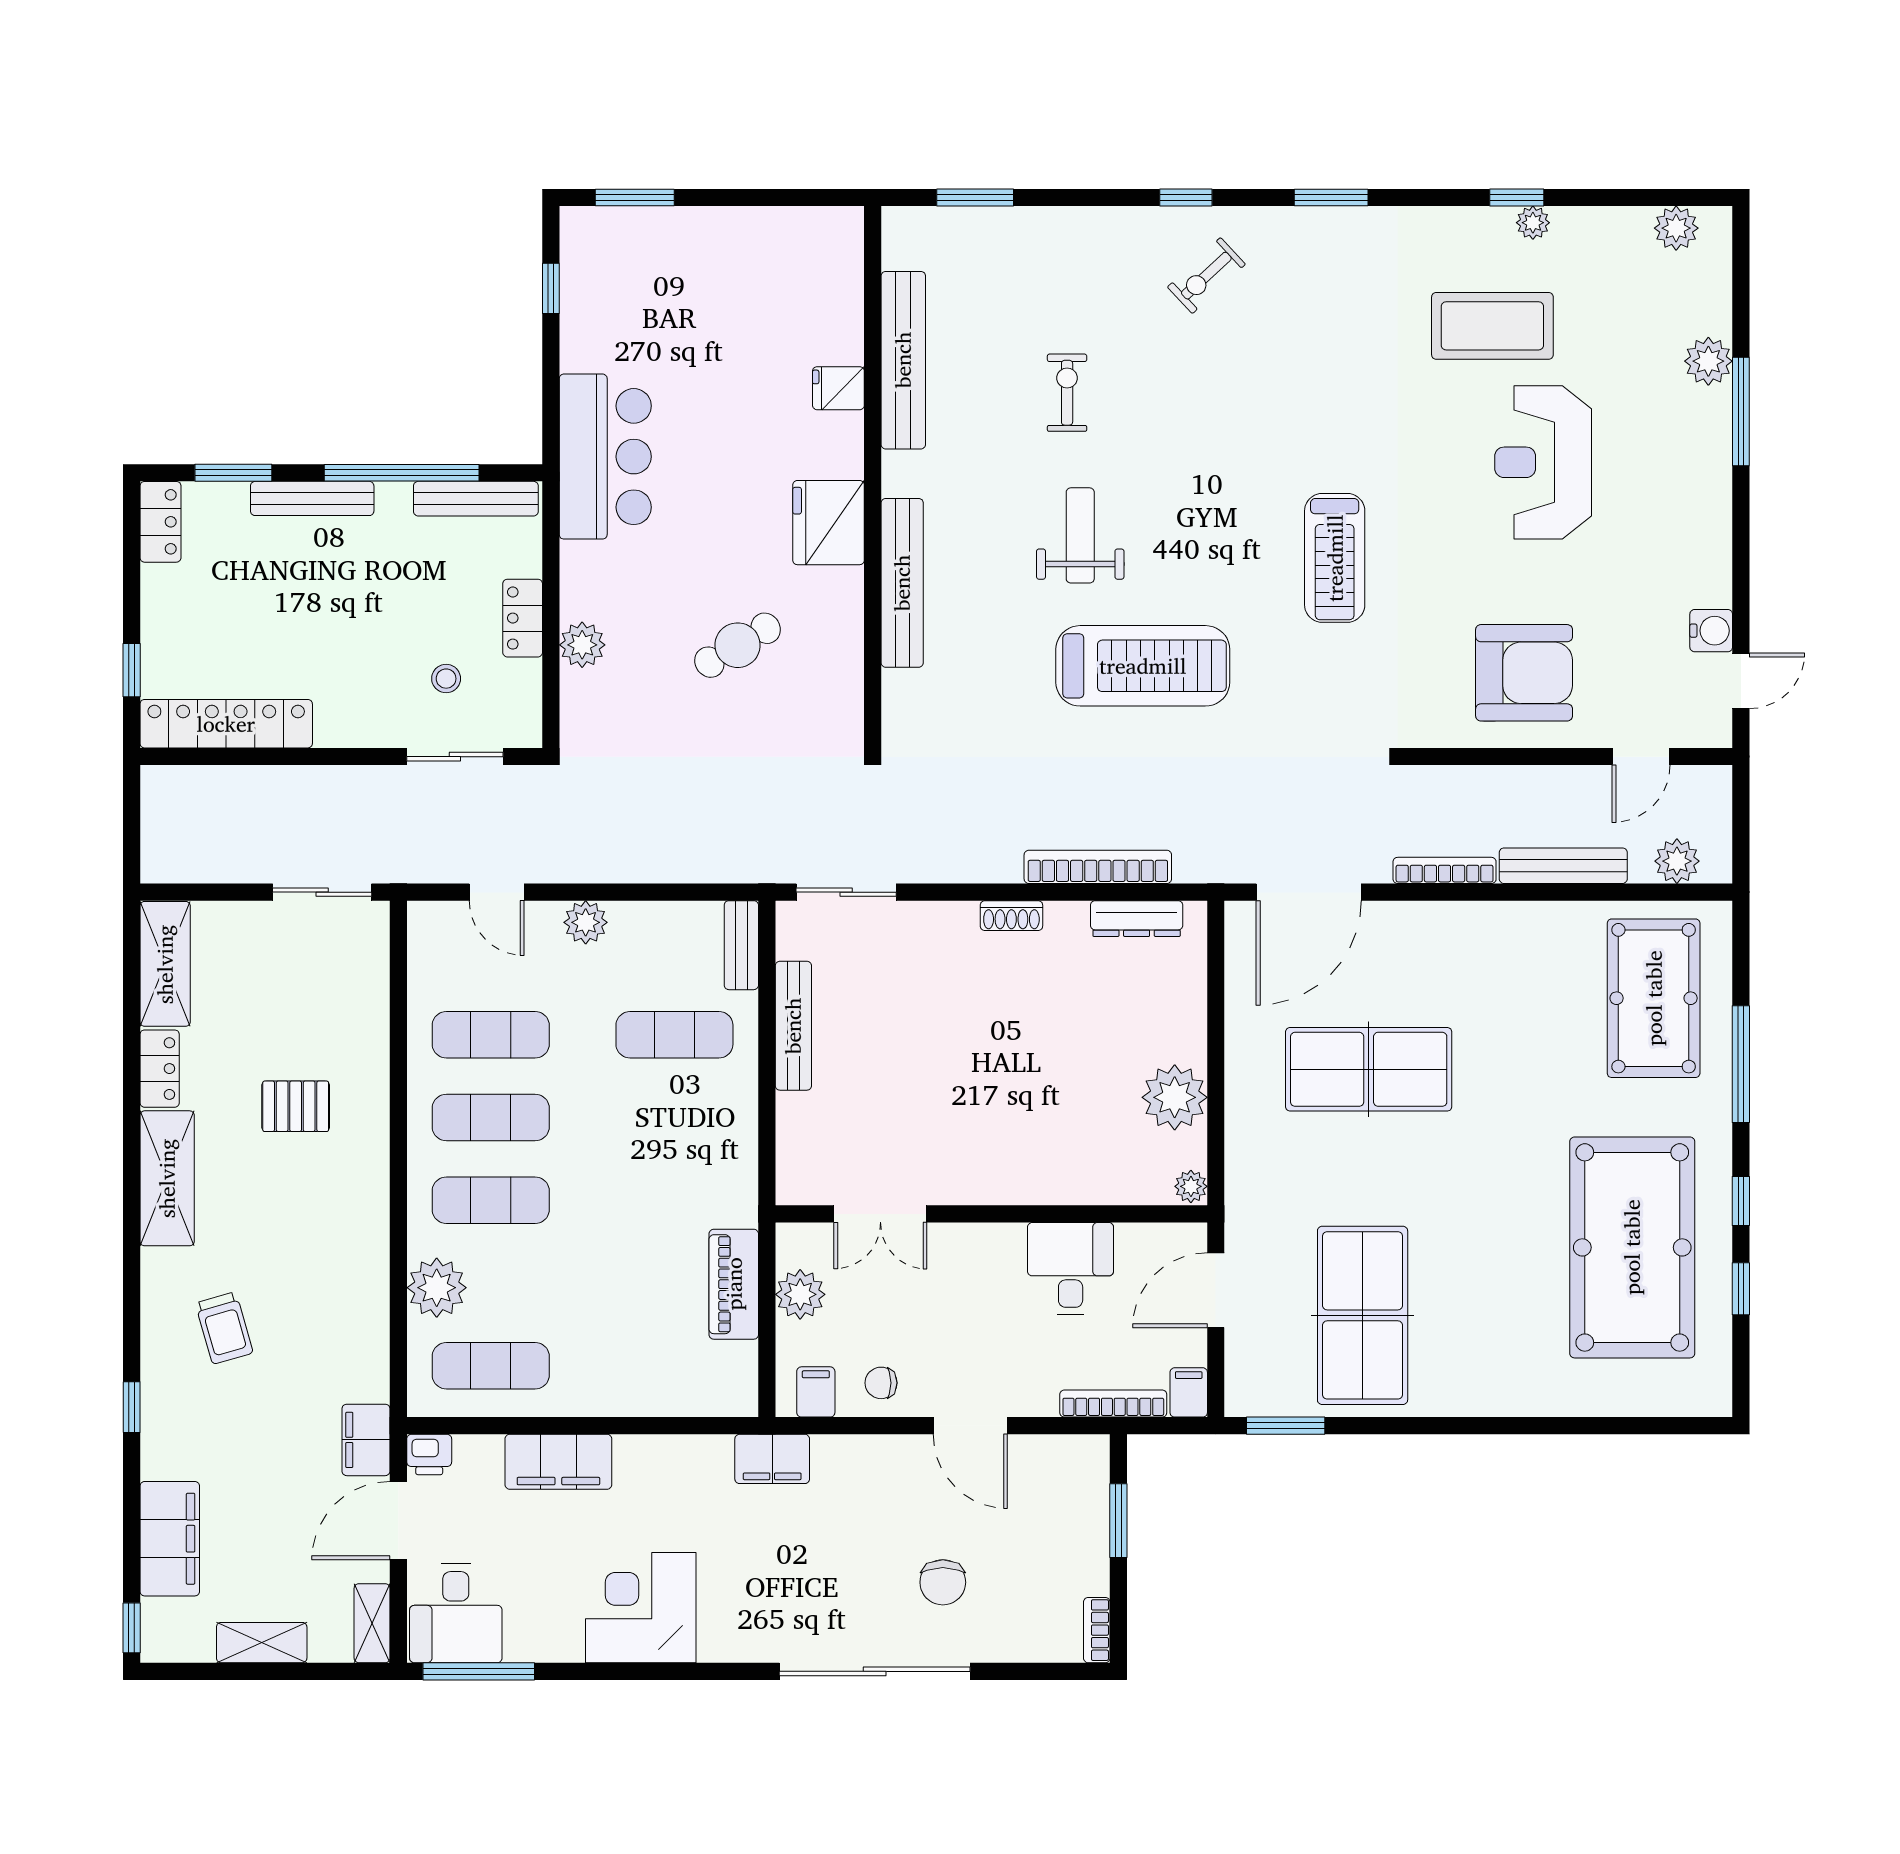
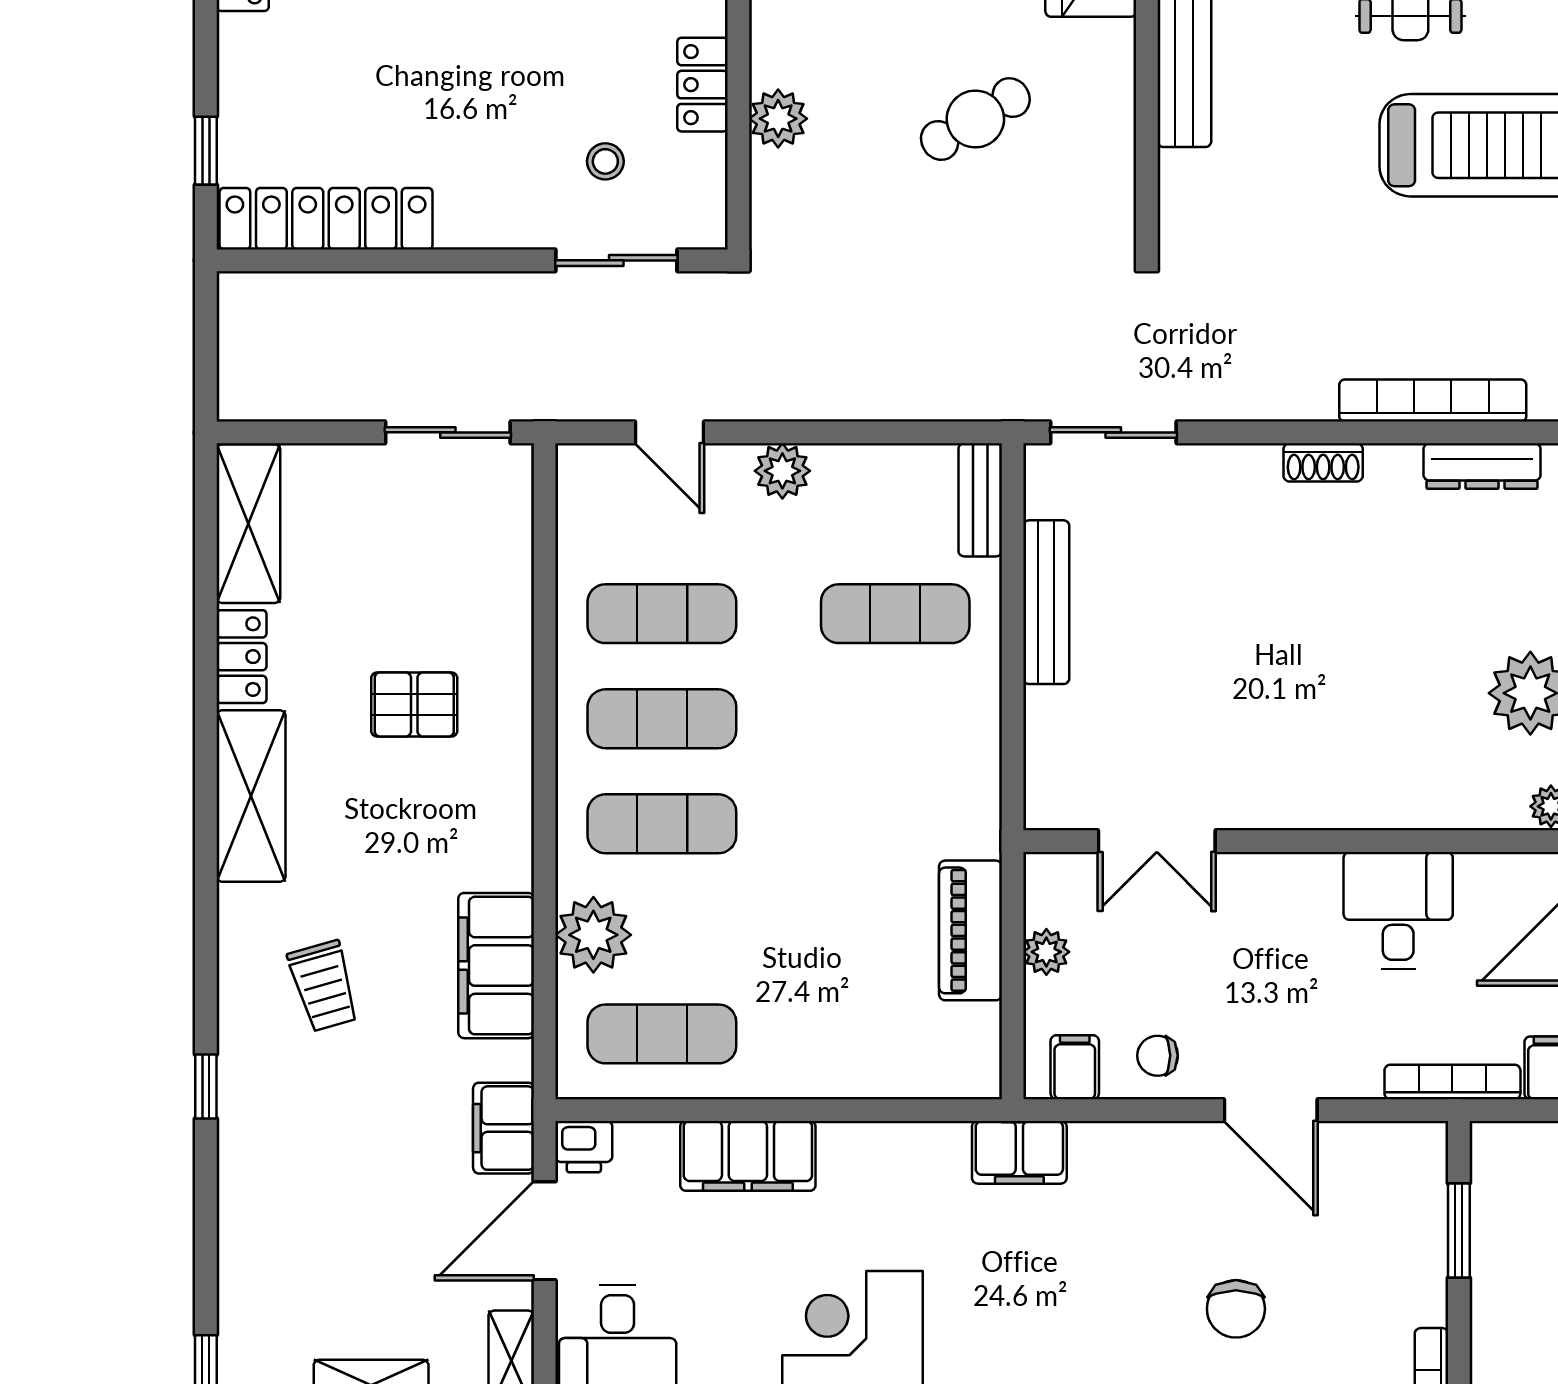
plant: (800, 1294) -> (1046, 952), width x0.73, depth x0.73
filing cabinet: (170, 1539) -> (496, 966), moved, turned 180

